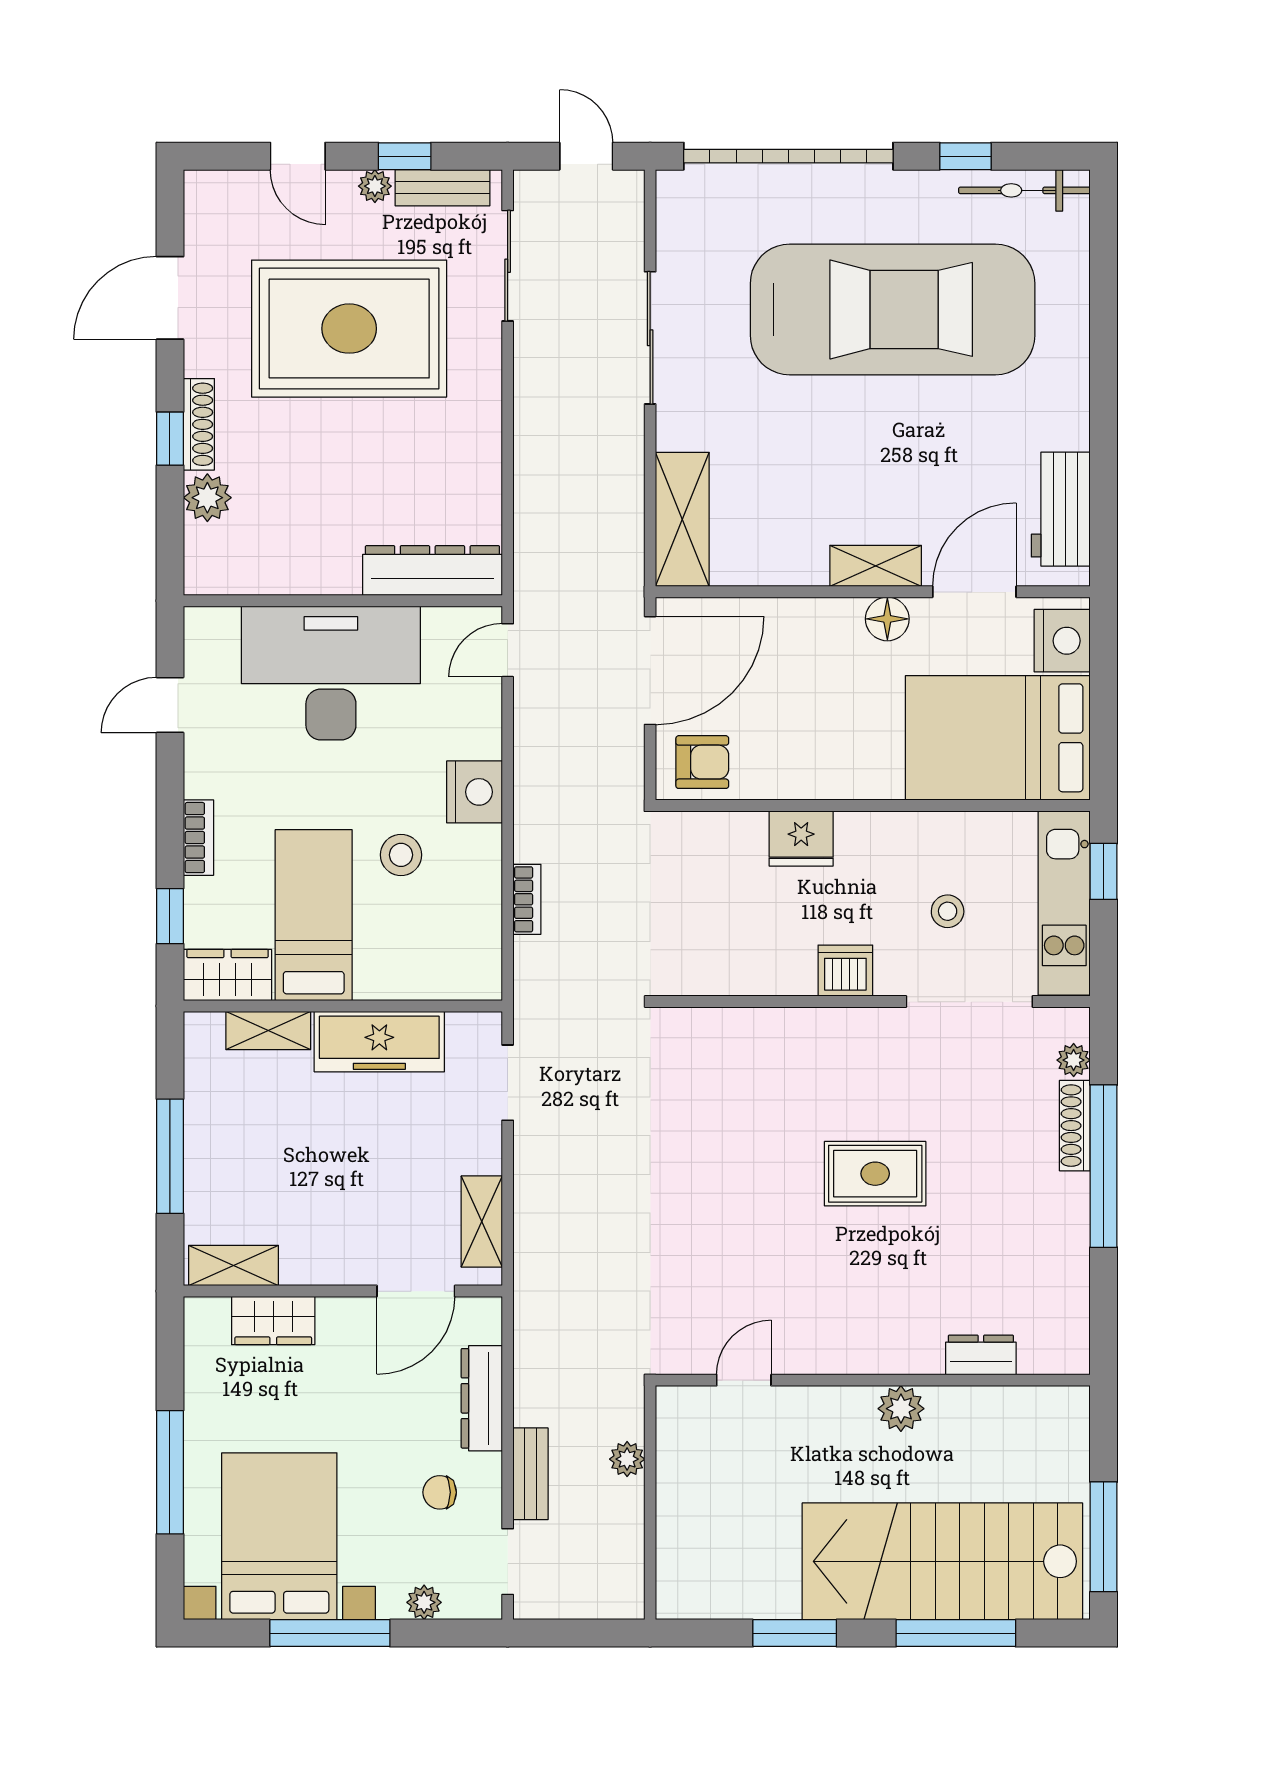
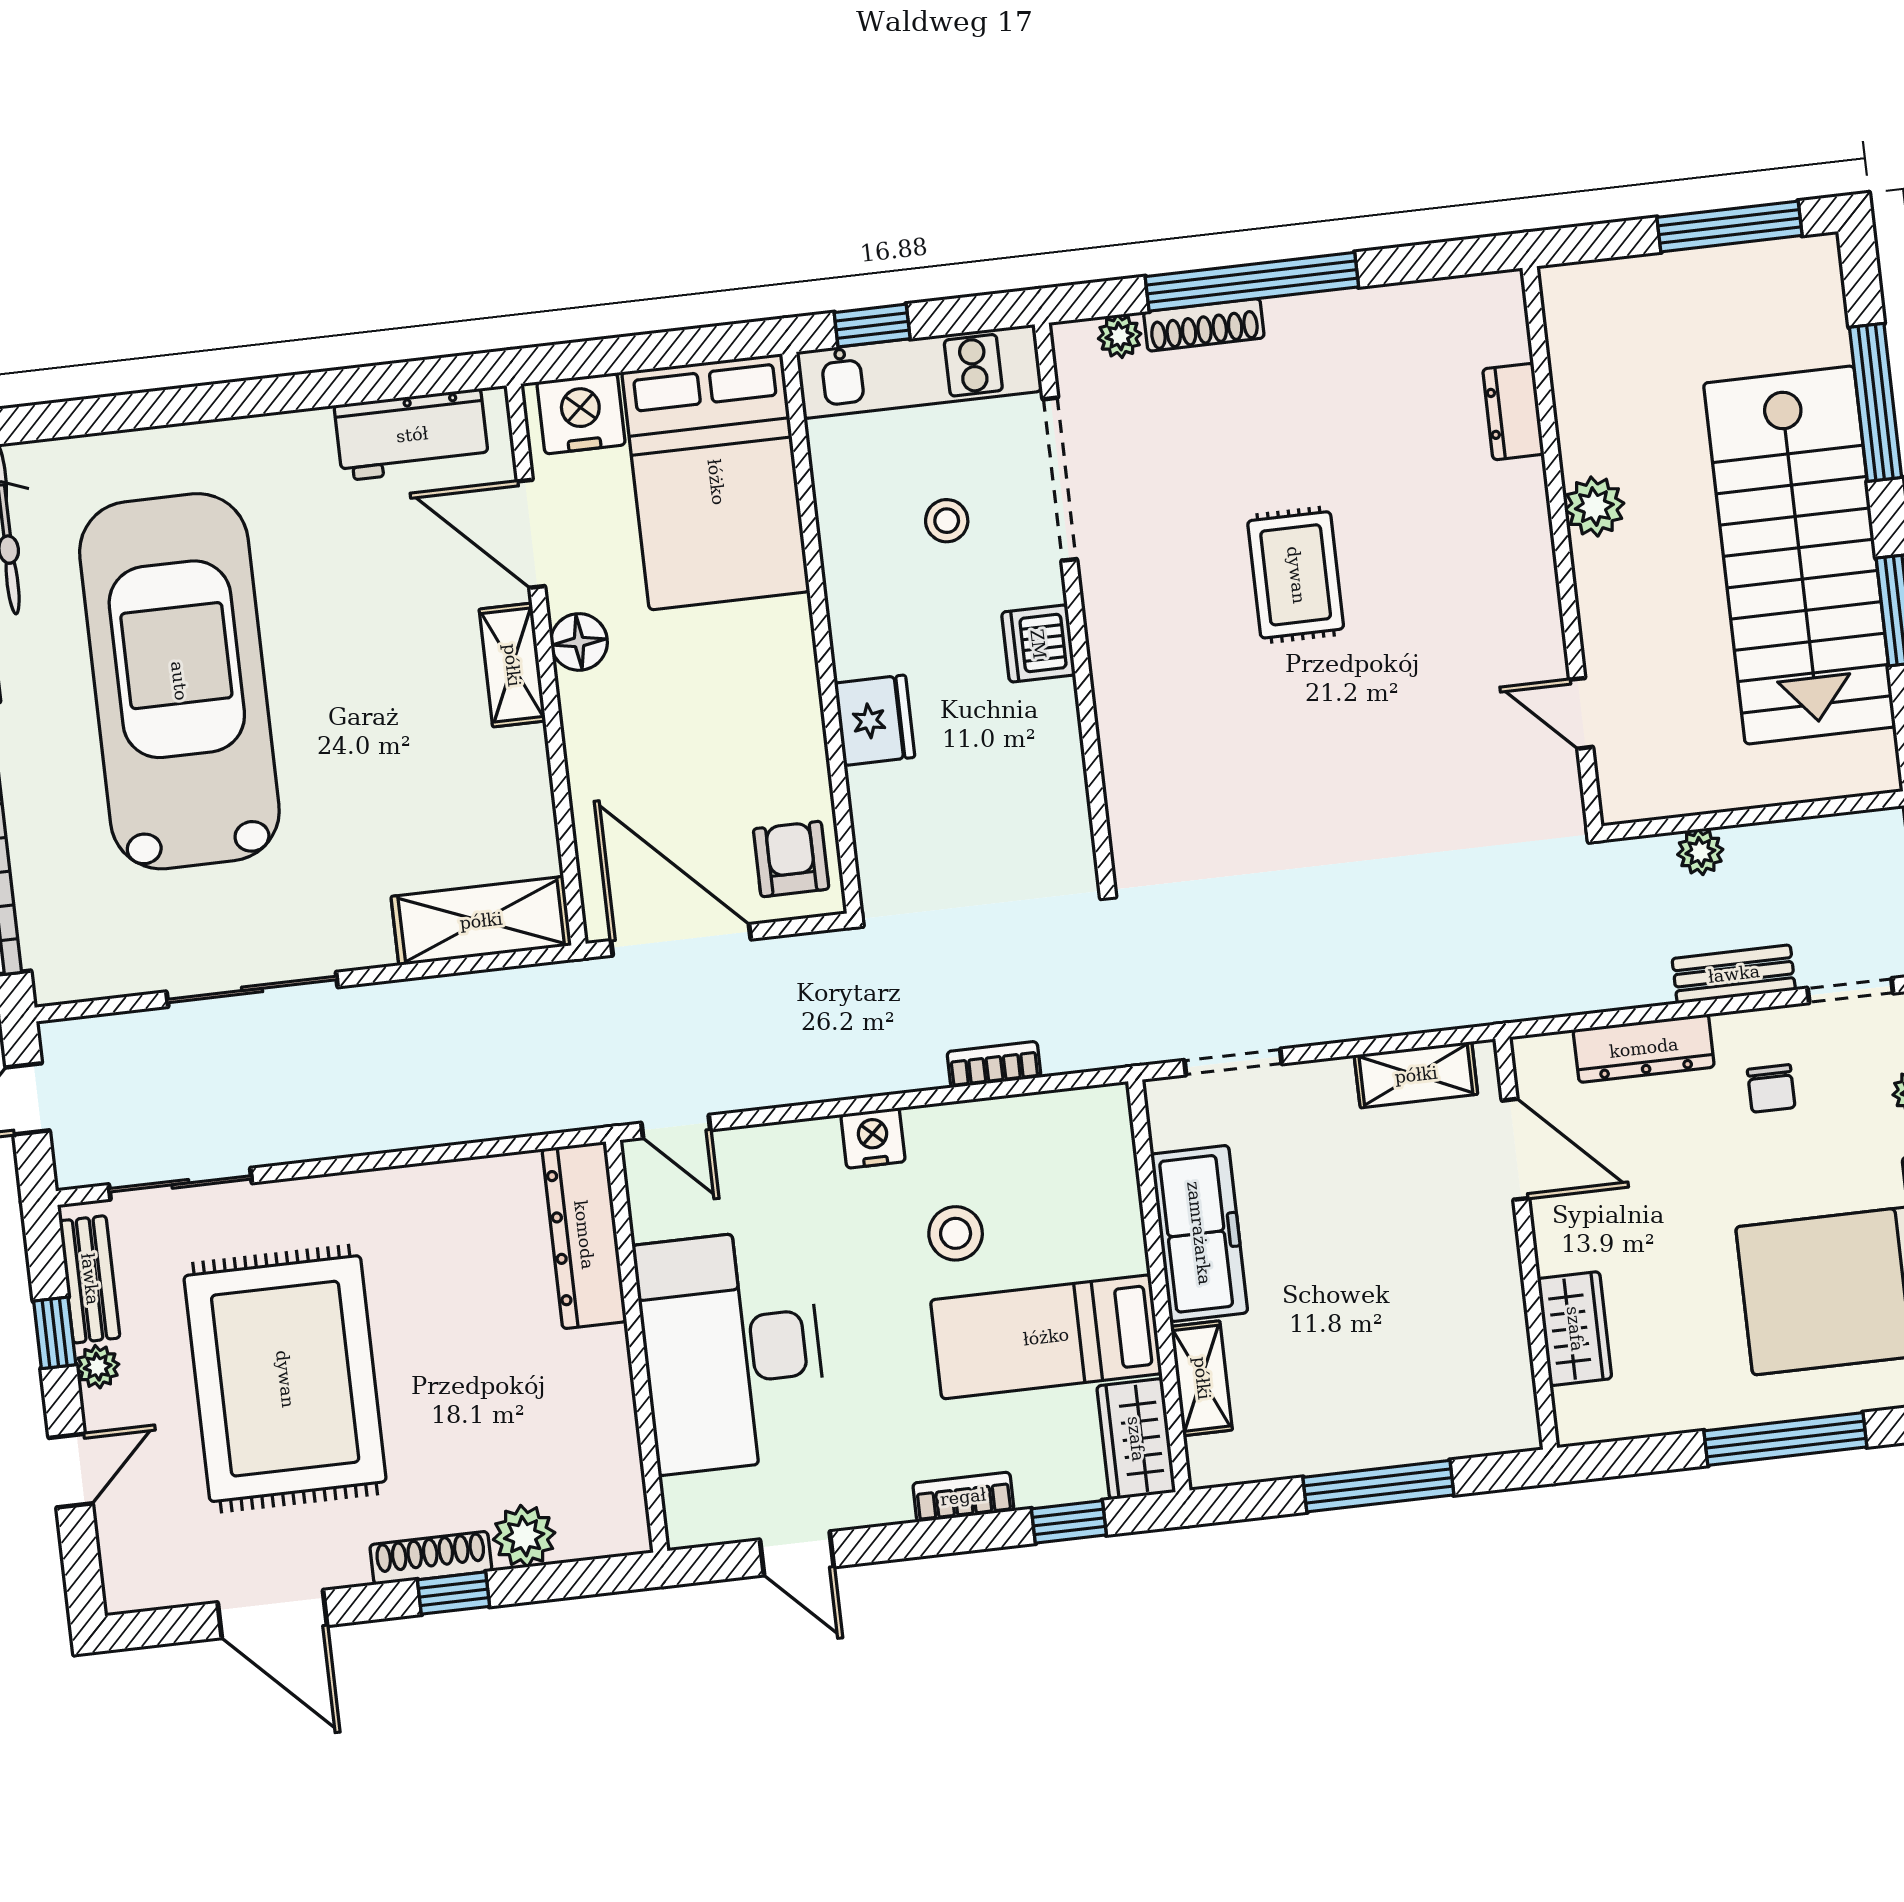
nightstand: (474, 792) -> (873, 1138), width x0.74, depth x0.75
shelving: (234, 1266) -> (1510, 1388), removed
stairs: (942, 1561) -> (1800, 555), moved

